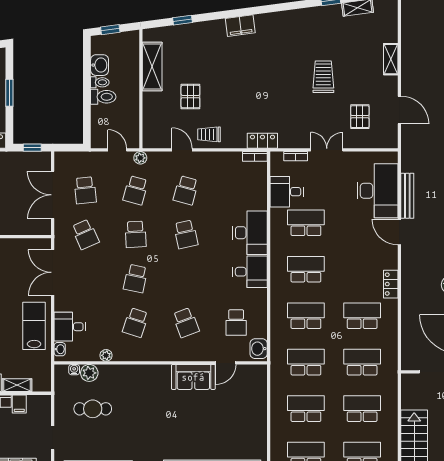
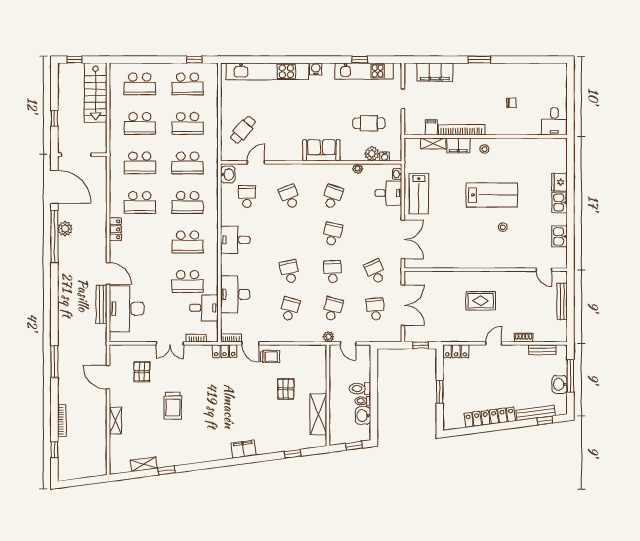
door: (182, 150) -> (250, 343), moved
desk: (250, 233) -> (235, 294), moved
sofa: (193, 377) -> (321, 150), moved
cafe table: (241, 401) -> (243, 130), added

